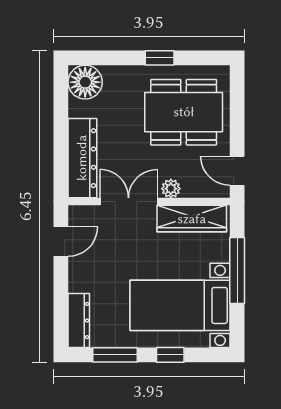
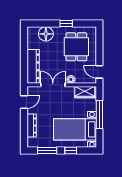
floor lamp: (85, 82) -> (46, 34), moved
dining table: (184, 112) -> (76, 47), width x0.73
wardrobe: (192, 219) -> (85, 92), width x0.67
dresser: (79, 321) -> (32, 126), moved

